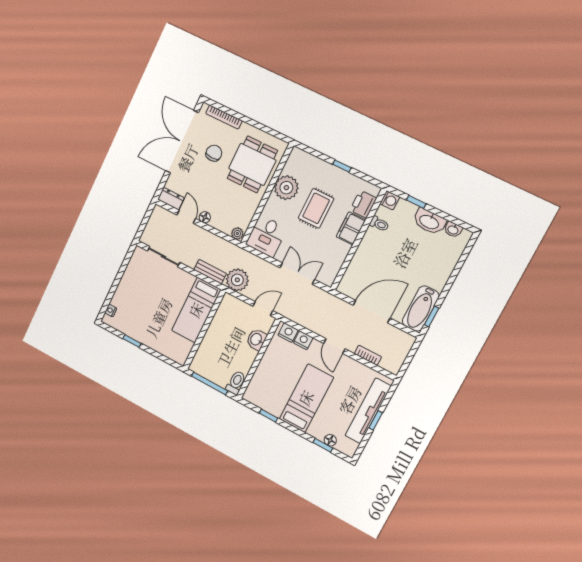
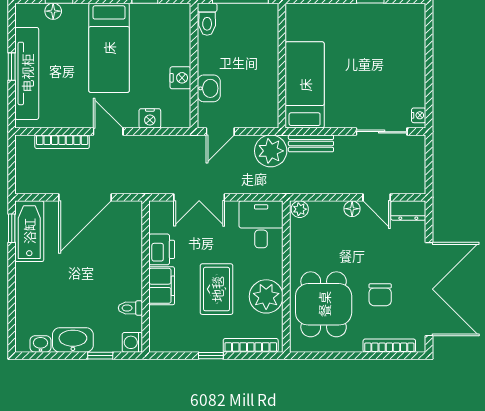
bookcase: (312, 160) -> (251, 345), added
printer: (363, 204) -> (162, 249), moved
nightstand: (111, 310) -> (419, 115), moved
nightstand: (288, 333) -> (180, 78), moved, turned -90
bookcase: (368, 355) -> (62, 142), width x1.56

